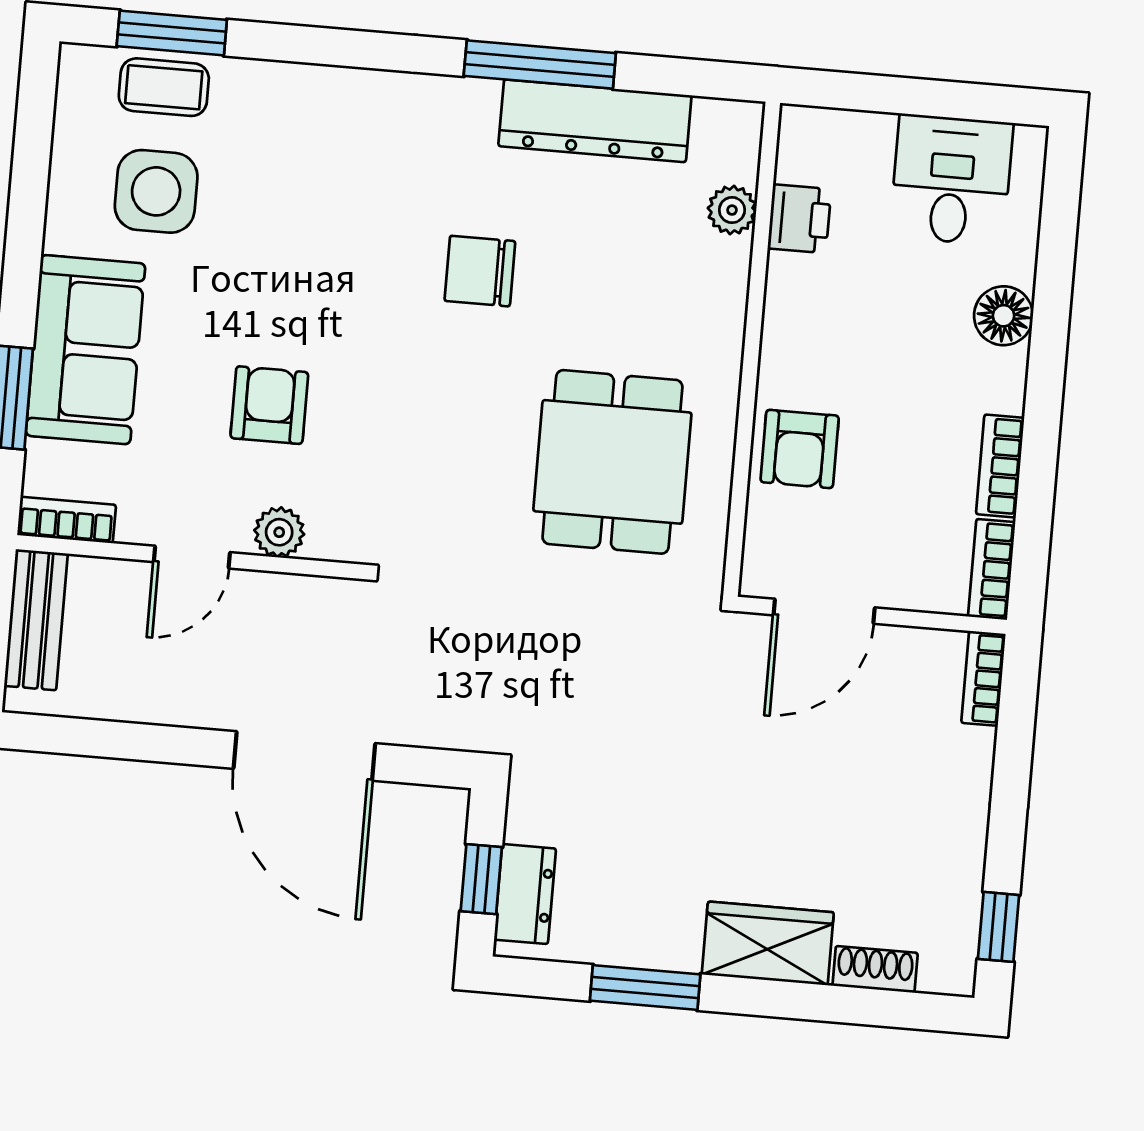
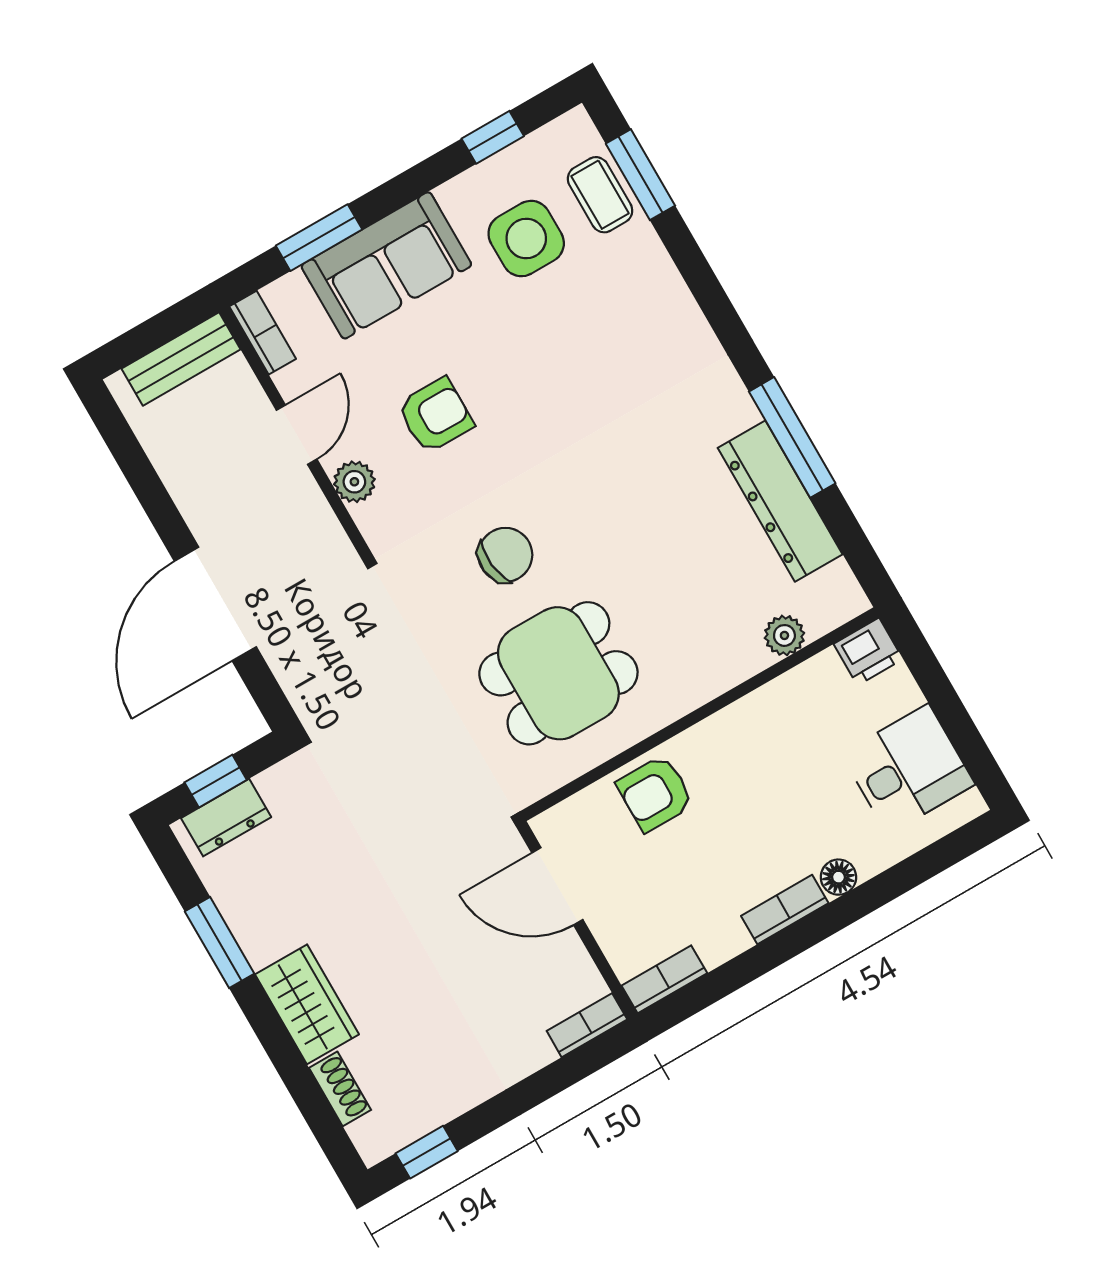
window: (32, 154) -> (493, 137), added
printer: (799, 219) -> (868, 652), moved
chair: (480, 271) -> (505, 555), moved, turned 84
floor lamp: (1003, 316) -> (838, 877), width x0.73, depth x0.73
bookcase: (1000, 466) -> (785, 909), moved
door: (192, 557) -> (297, 435), swing flipped

